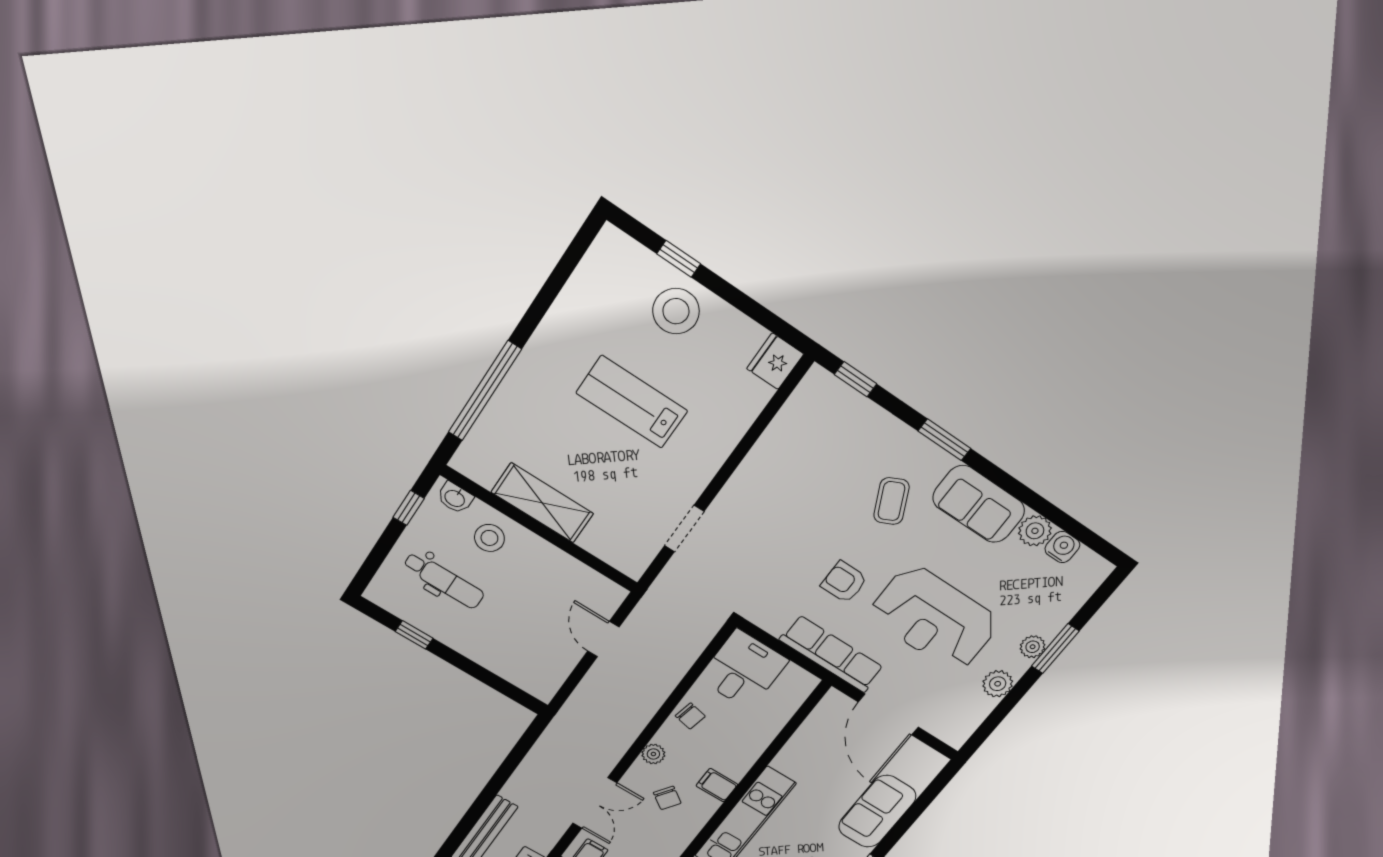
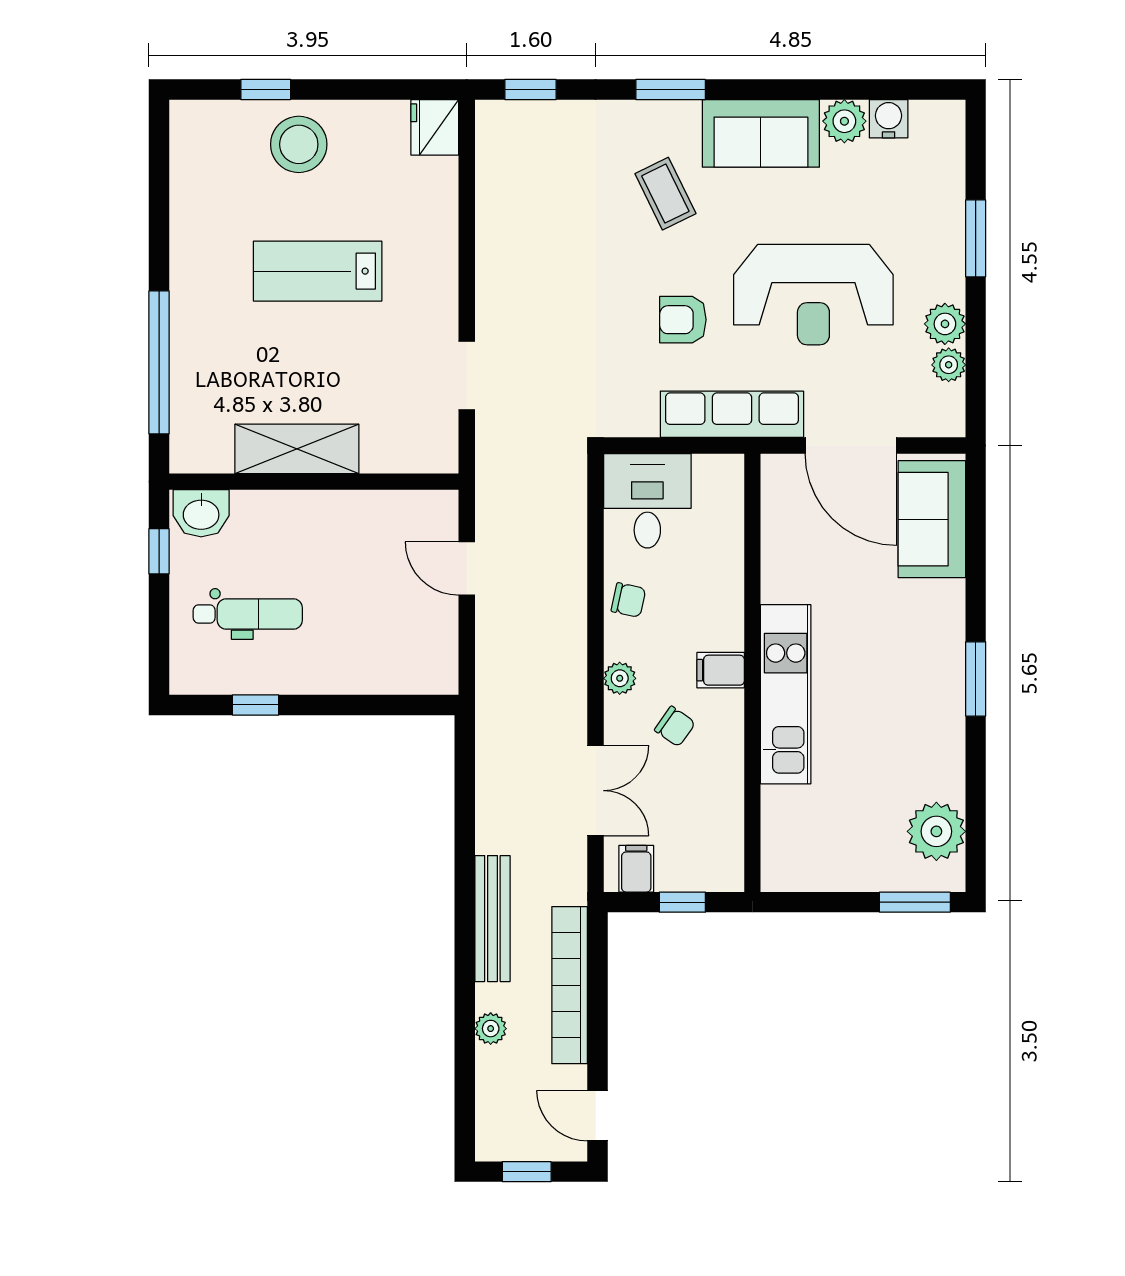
washbasin: (455, 498) -> (201, 513), width x1.38, depth x1.45
stool: (489, 538) -> (266, 529), removed
plant: (1033, 647) -> (949, 365), moved
sofa: (877, 811) -> (932, 519), moved

